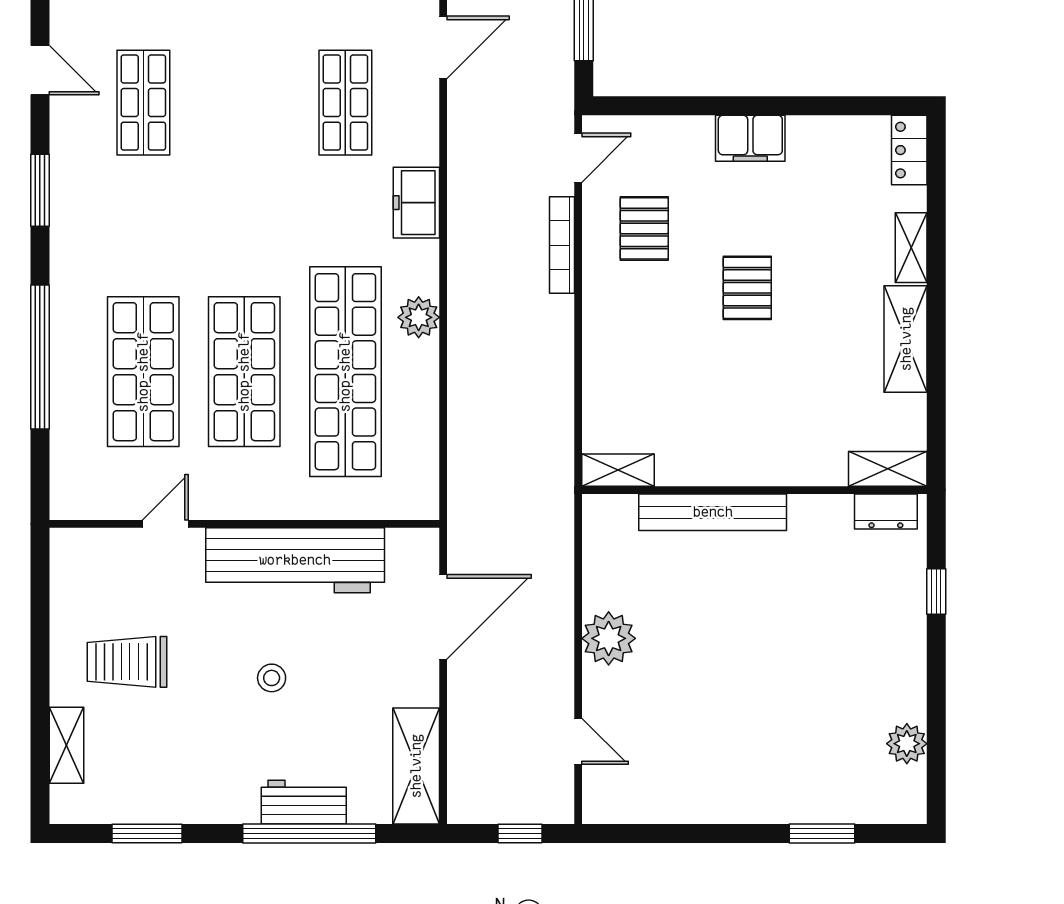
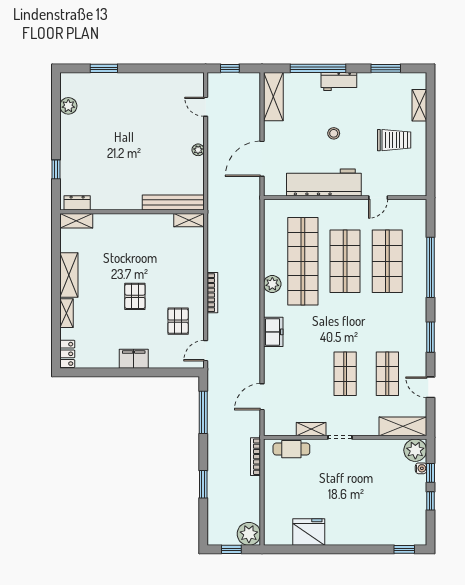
shop shelf: (345, 103) -> (345, 374), moved
bookcase: (562, 245) -> (212, 293), moved
bench: (713, 512) -> (173, 203), moved
plant: (609, 638) -> (198, 150), width x0.53, depth x0.53
workbench: (304, 802) -> (339, 81), moved

